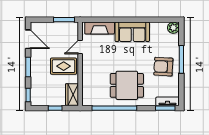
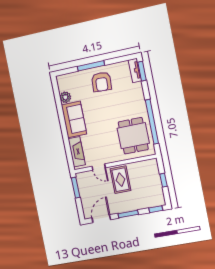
plant: (173, 28) -> (65, 97), moved
dining table: (127, 85) -> (133, 136), moved
wardrobe: (72, 95) -> (147, 166), removed

